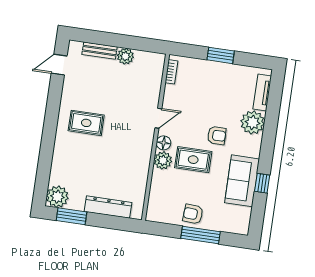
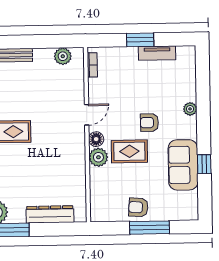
plant: (125, 56) -> (63, 56), moved
tv unit: (262, 92) -> (157, 53), moved, turned -90
plant: (253, 122) -> (190, 109), width x0.53, depth x0.53
armchair: (217, 135) -> (149, 123), turned 180

